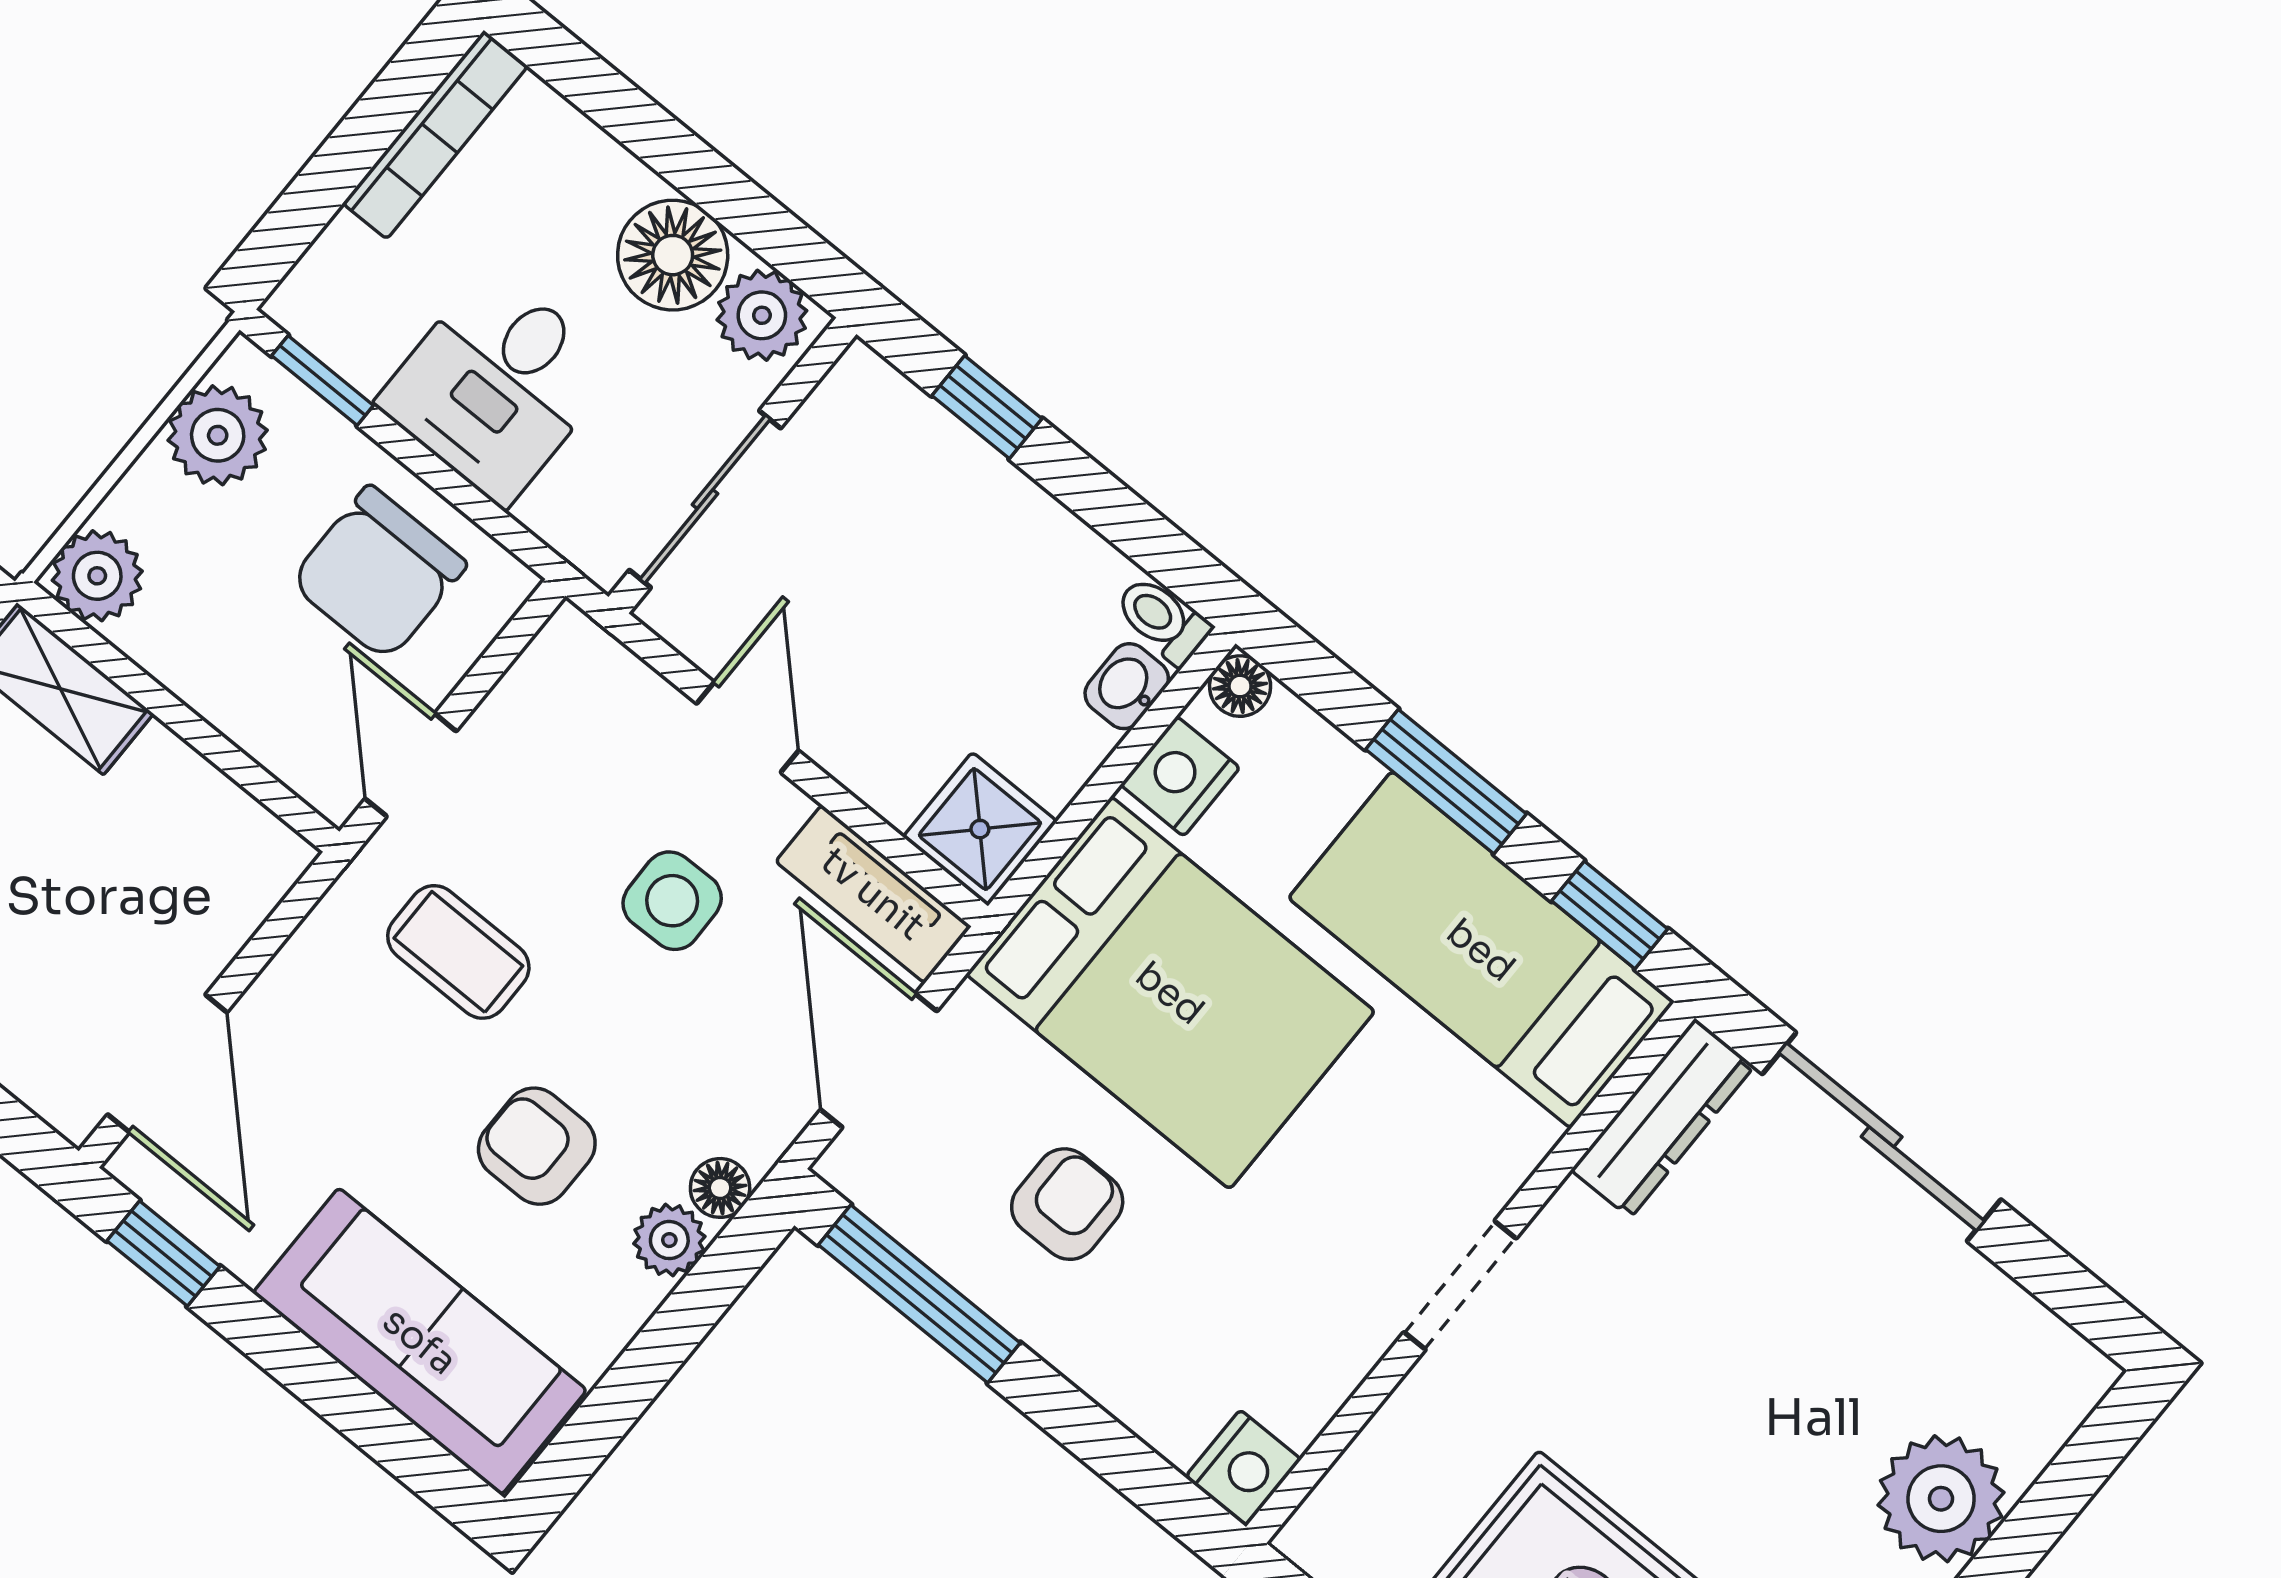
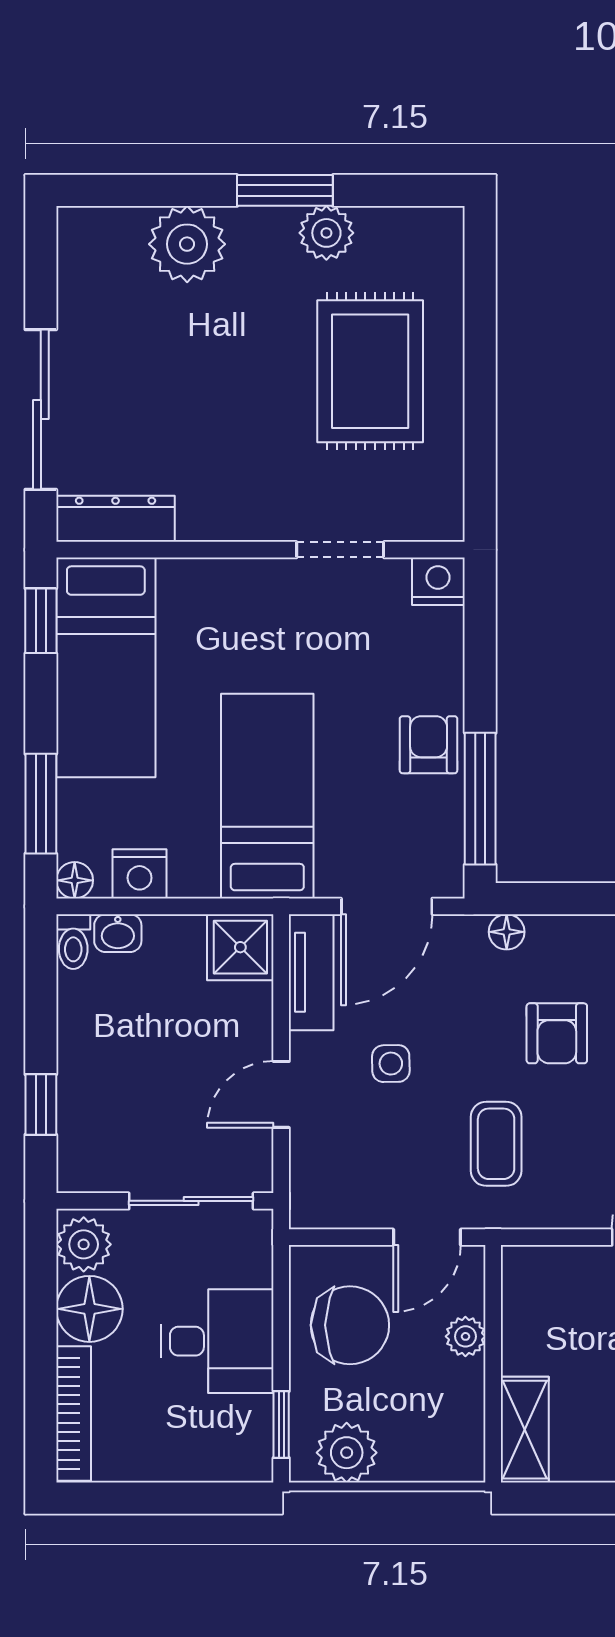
bookcase: (435, 135) -> (74, 1413), moved, turned 90
plant: (97, 576) -> (465, 1336), moved, width x0.73, depth x0.73
window: (1446, 782) -> (41, 804), moved
side table: (672, 901) -> (391, 1064), width x0.73, depth x0.73
bed: (1170, 993) -> (267, 796), width x0.67
armchair: (1067, 1204) -> (429, 745), moved, turned 90
plant: (669, 1240) -> (550, 936), removed
doorway: (1460, 1285) -> (340, 550), moved

